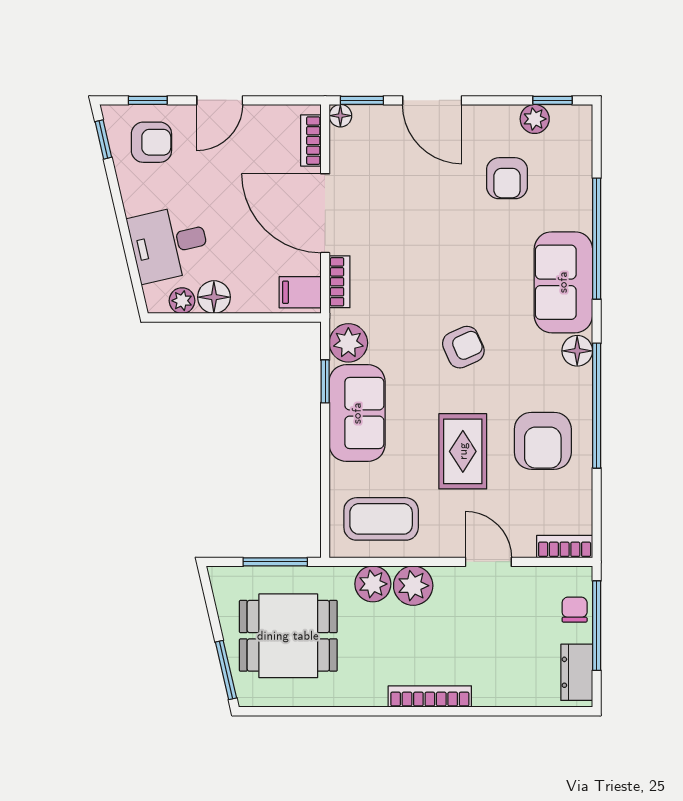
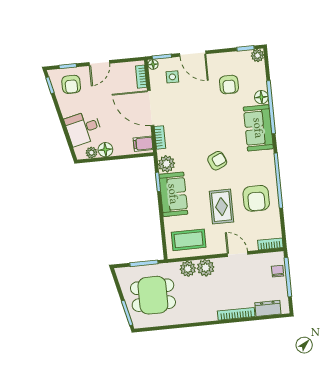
plant: (535, 119) -> (258, 55), moved
armchair: (151, 142) -> (71, 84), turned 90
side table: (381, 148) -> (172, 77), added
floor lamp: (577, 351) -> (261, 97), moved
dresser: (577, 672) -> (268, 308), moved, turned 90
bookcase: (430, 696) -> (236, 314), moved

